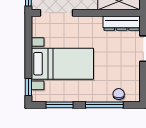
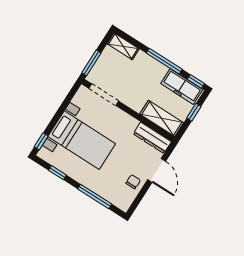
chair: (119, 94) -> (133, 182), moved
window: (60, 105) -> (57, 173), width x0.67

